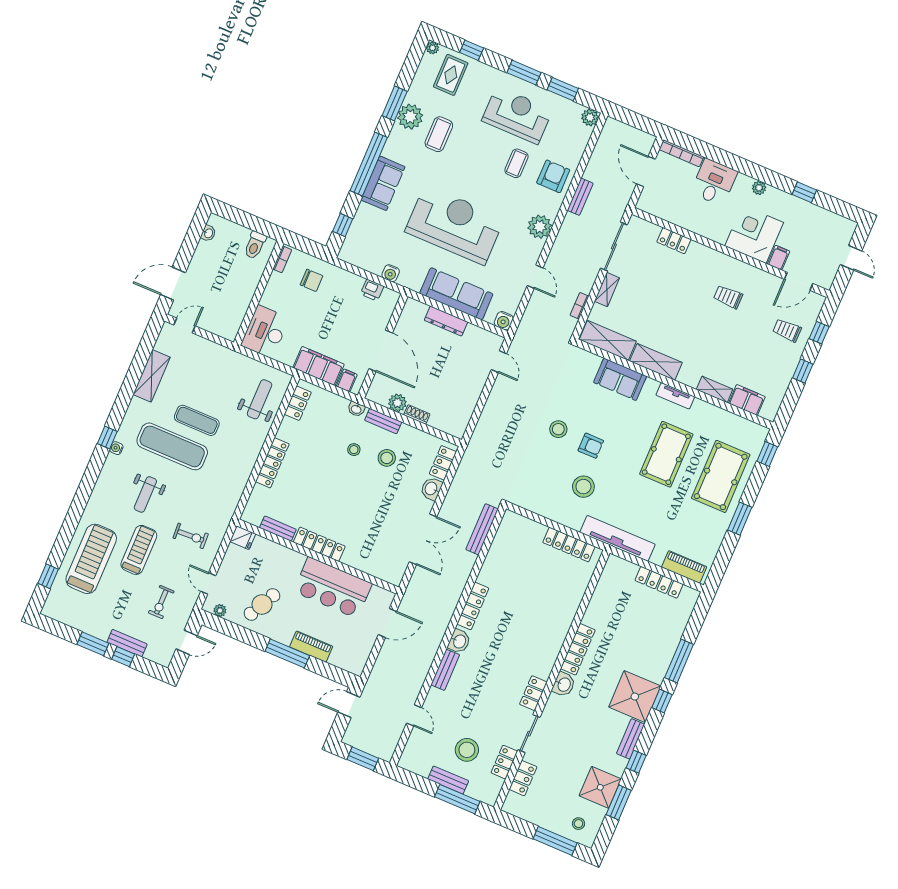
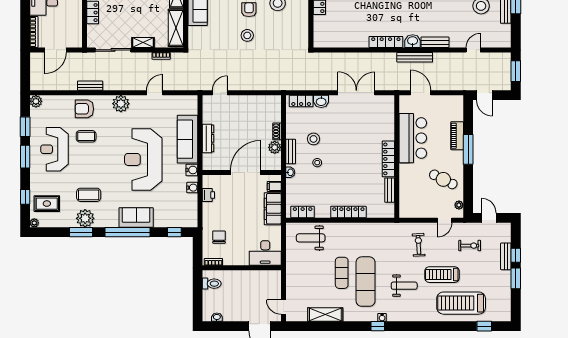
water cooler: (504, 321) -> (192, 170), moved
bench: (482, 529) -> (415, 57), moved
fridge: (243, 538) -> (405, 210), removed

